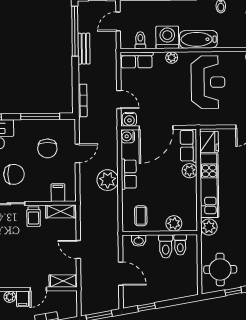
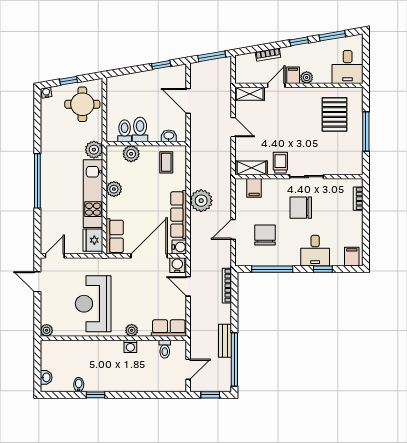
washing machine: (167, 37) -> (130, 346), width x0.53, depth x0.53
bathtub: (198, 39) -> (103, 349), removed
plant: (189, 171) -> (114, 189), moved
row of seats: (129, 174) -> (179, 215), width x1.48

